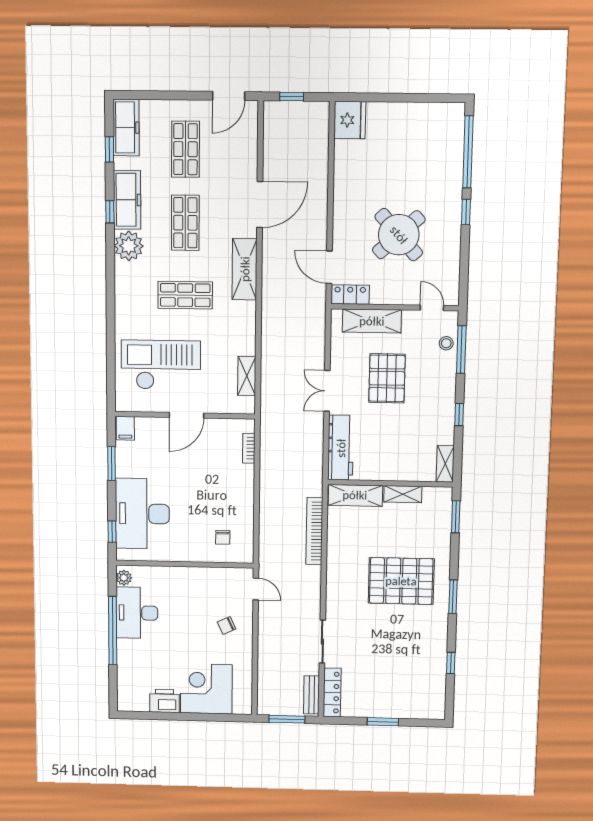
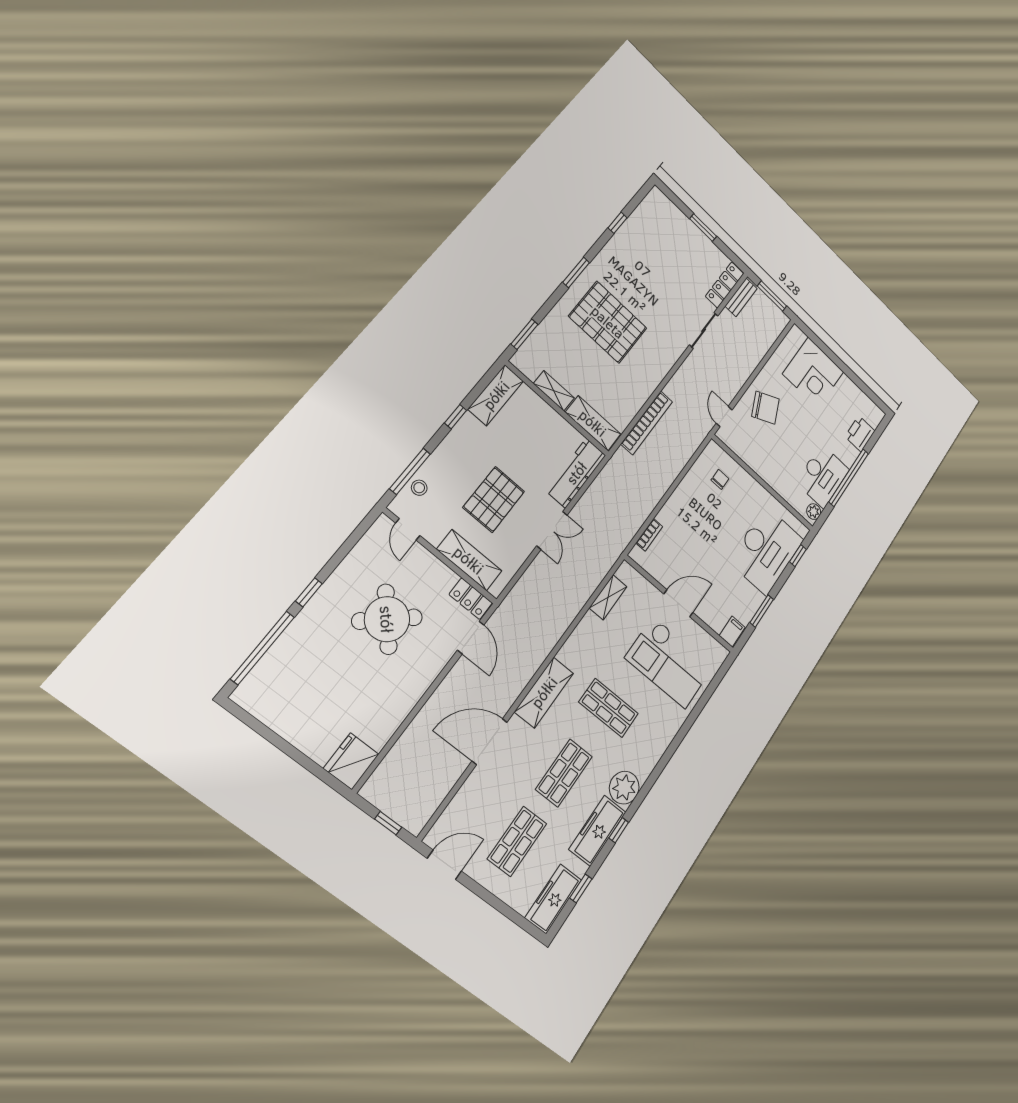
shelving: (445, 464) -> (496, 395), width x1.50, depth x1.33
chair: (227, 626) -> (765, 408), width x1.87, depth x1.87
printer: (164, 701) -> (860, 434), moved, turned 90

